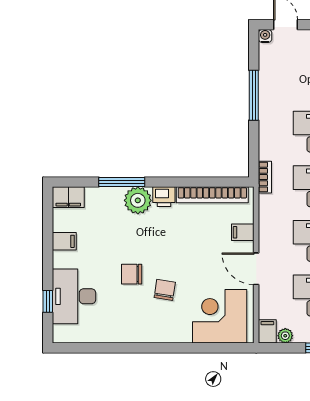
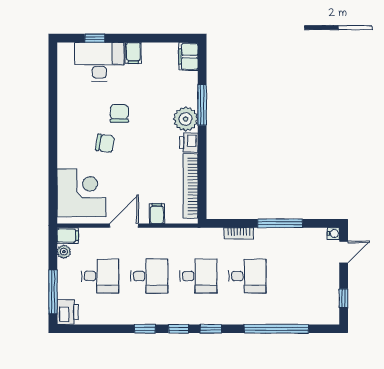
bookcase: (265, 177) -> (239, 233), moved
filing cabinet: (64, 241) -> (133, 53), moved

